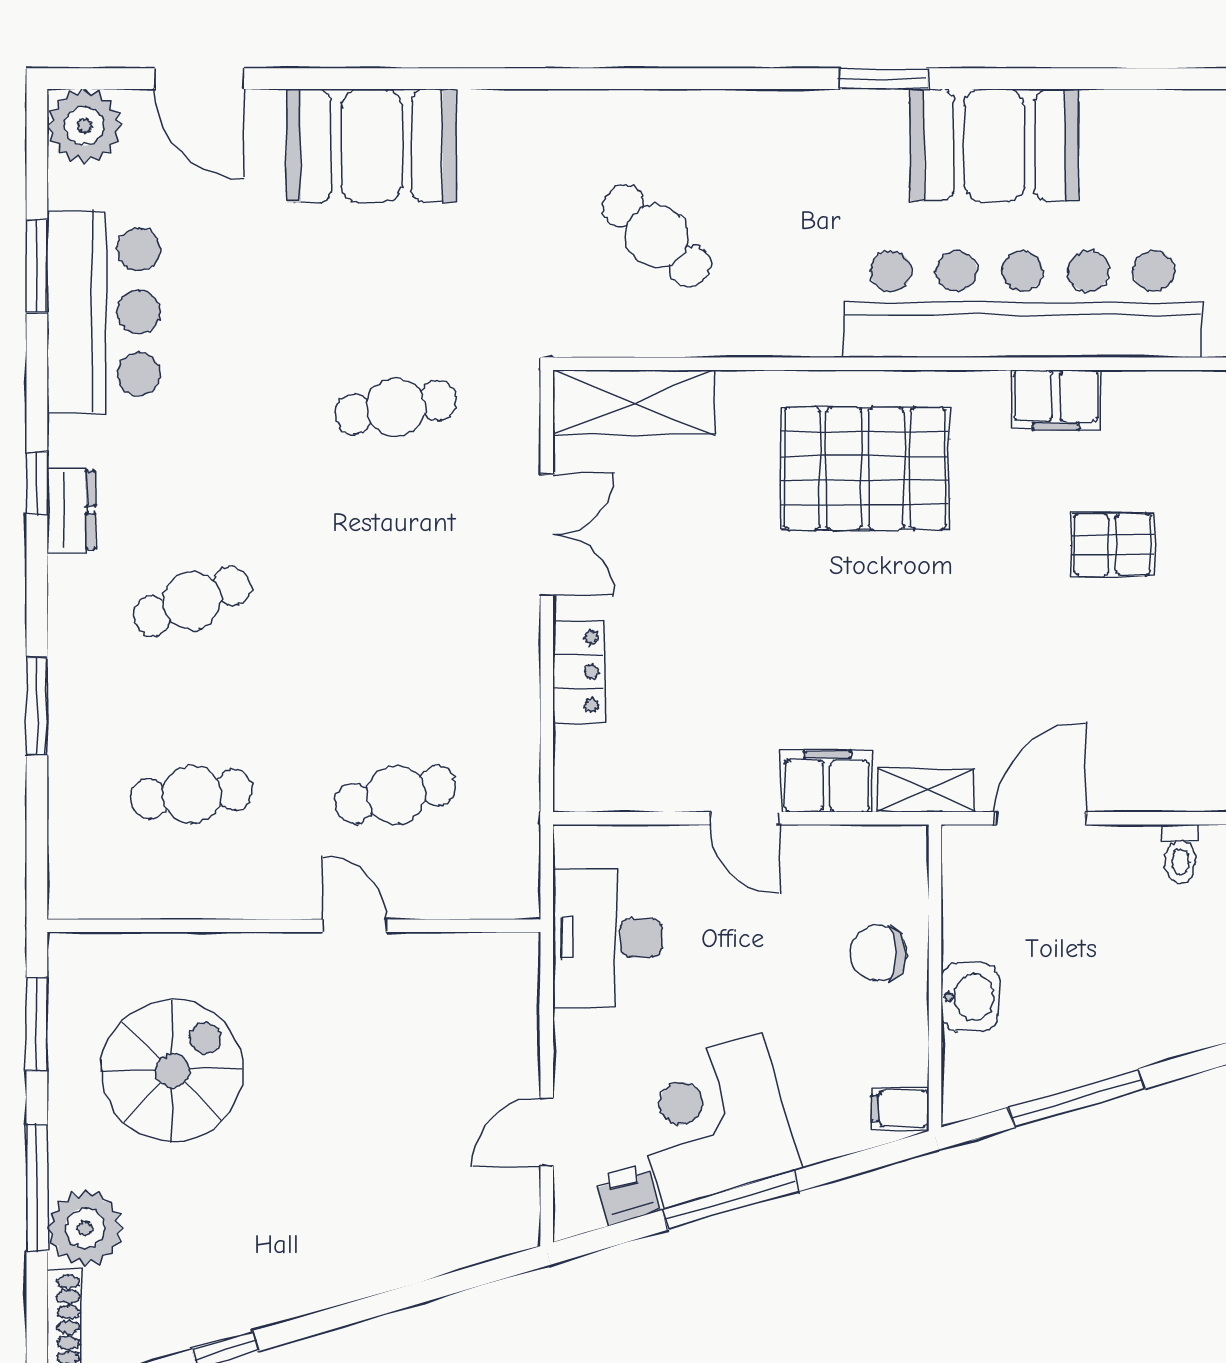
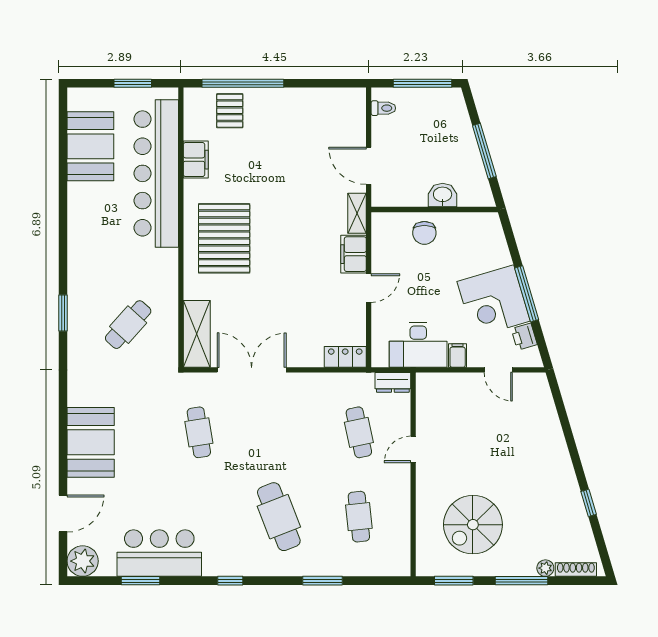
window: (884, 79) -> (63, 313), moved
booth: (994, 145) -> (90, 146), moved
dresser: (71, 510) -> (393, 382), moved, turned 180
double door: (547, 535) -> (252, 370), width x1.37
pallet: (1112, 545) -> (230, 111), moved
cafe table: (192, 601) -> (279, 517), width x1.37, depth x1.35
locker: (578, 671) -> (345, 357), moved
spiral stairs: (172, 1071) -> (473, 525), turned -90
filing cabinet: (900, 1108) -> (458, 356), moved, turned 180
plant: (85, 1228) -> (545, 568), width x0.53, depth x0.53

